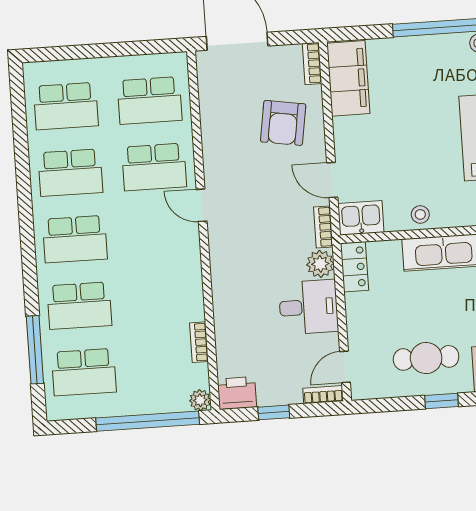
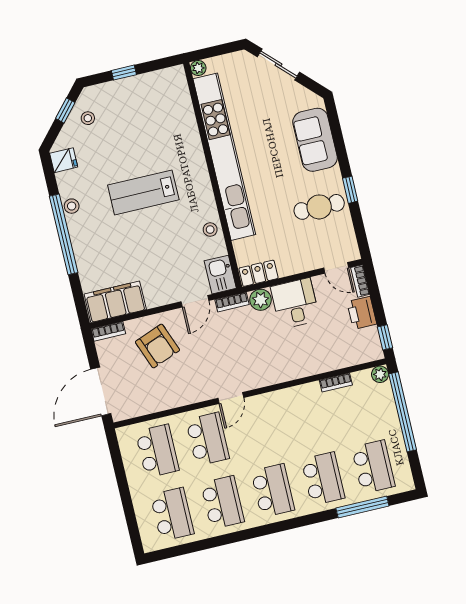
armchair: (283, 123) -> (157, 346), turned 60
cafe table: (426, 358) -> (319, 207), turned 90
printer: (237, 393) -> (362, 313), moved
window: (274, 412) -> (385, 337), moved

